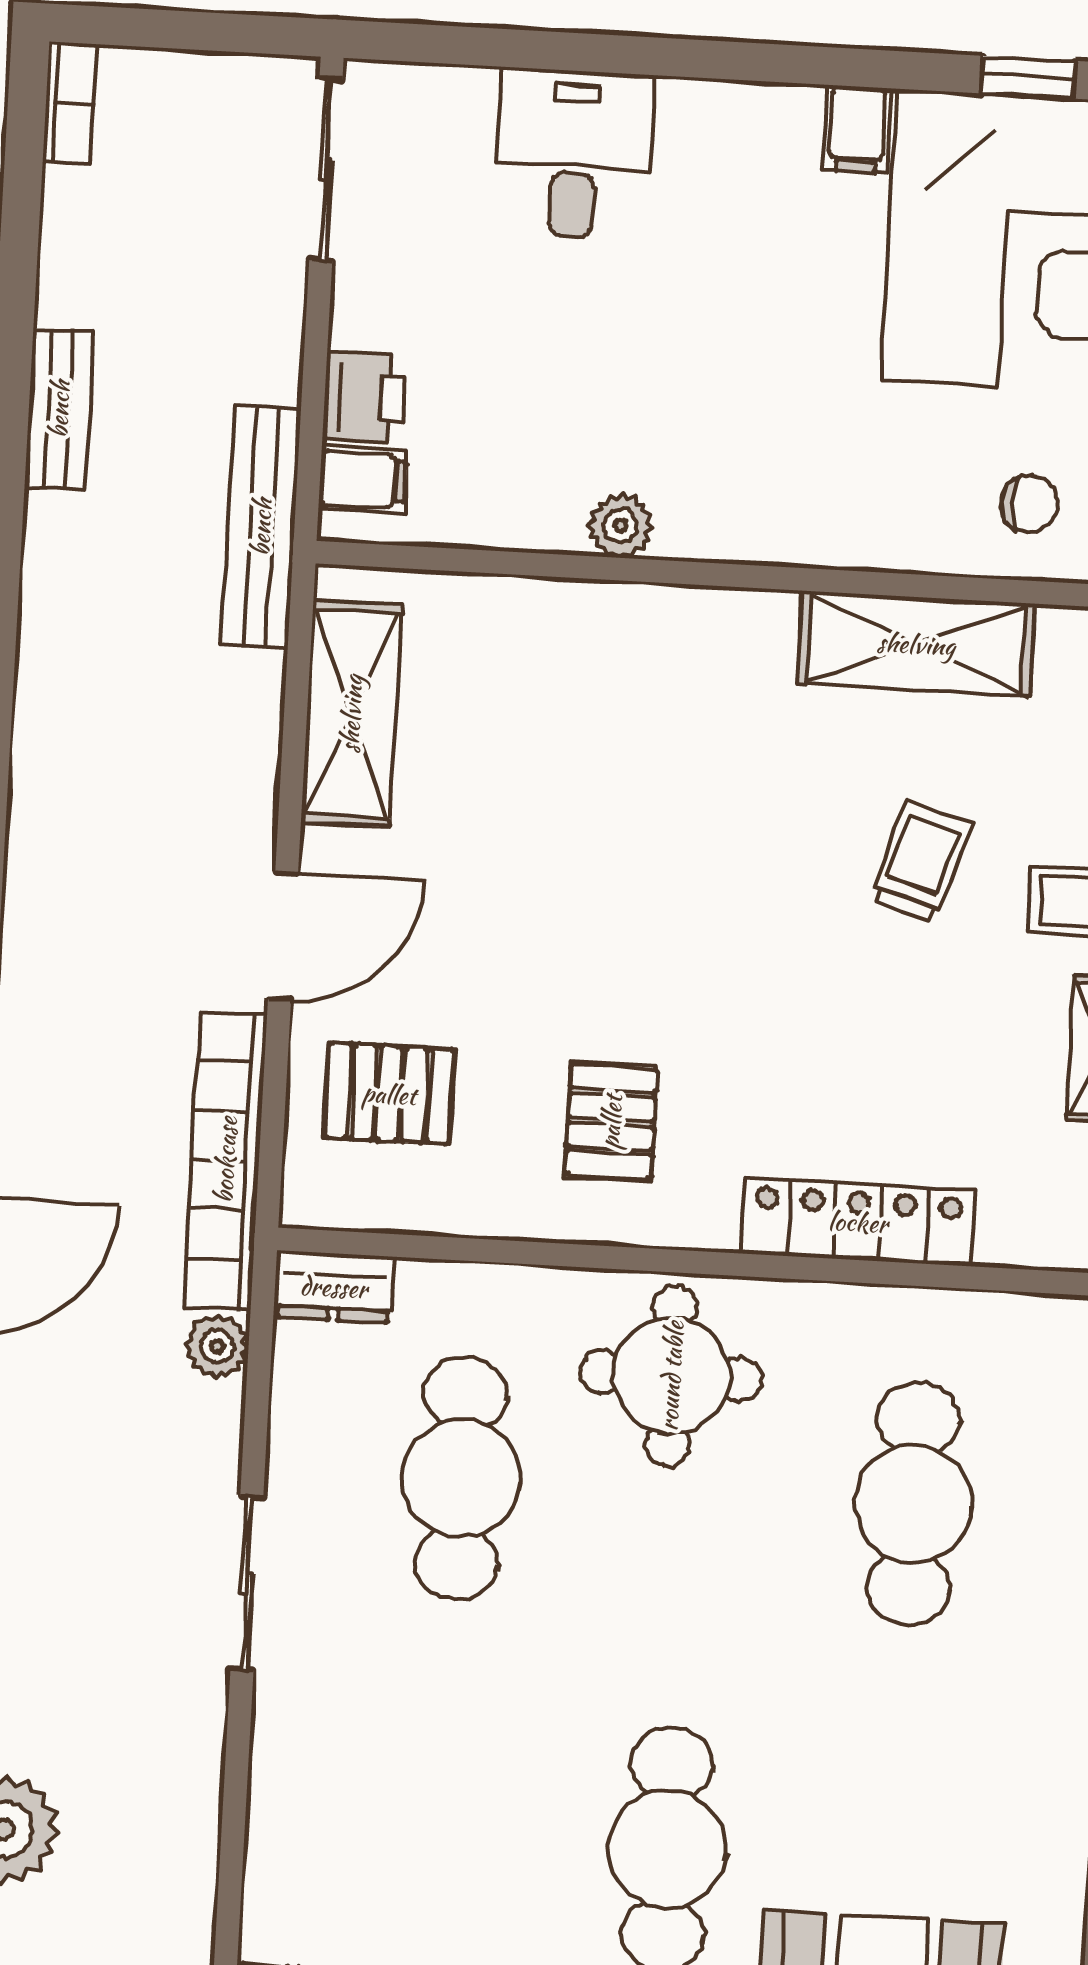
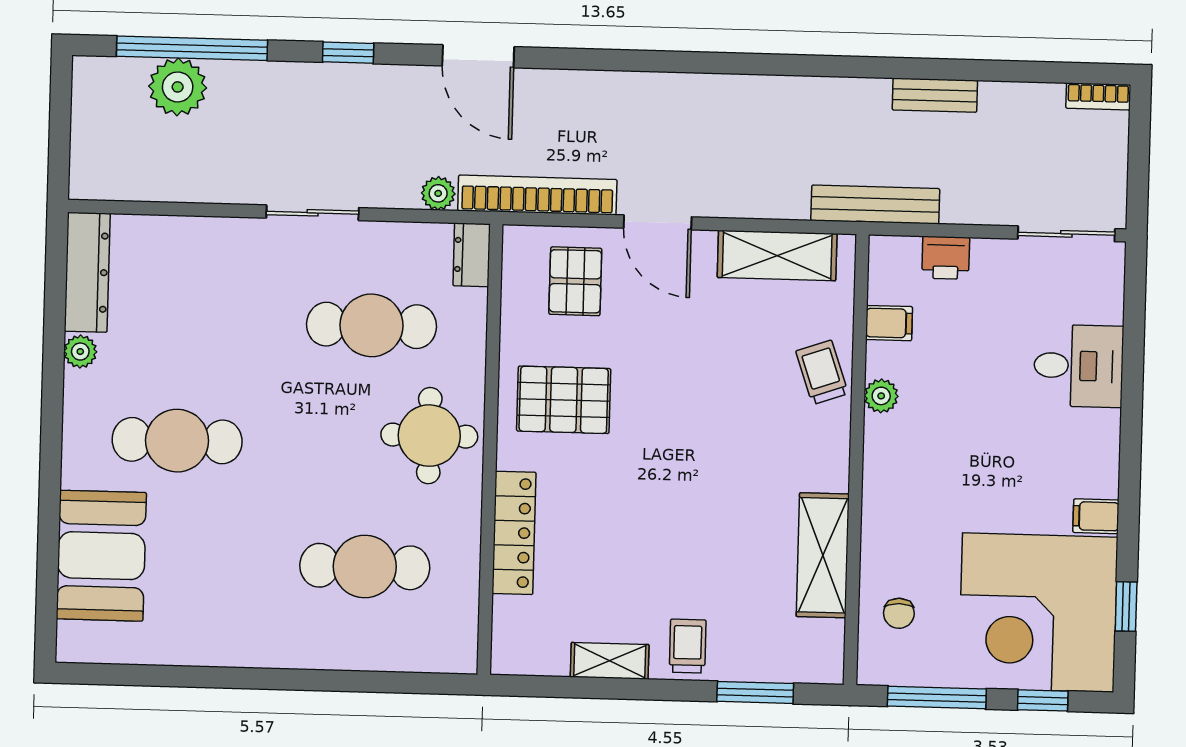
filing cabinet: (363, 479) -> (889, 323), moved, turned -90
trolley: (921, 861) -> (822, 372), moved, turned -126
pallet: (611, 1122) -> (564, 400), width x1.50, depth x1.42

